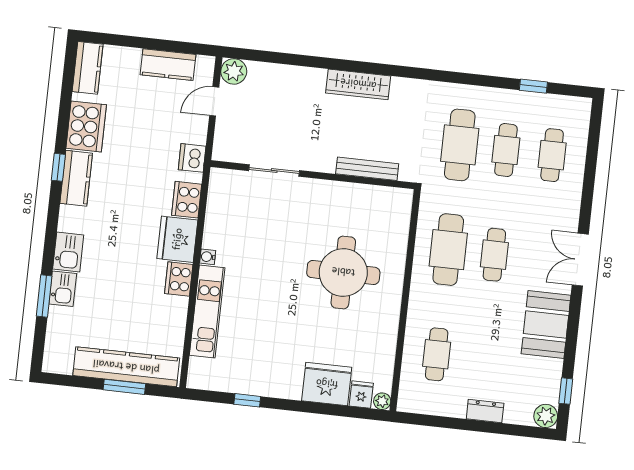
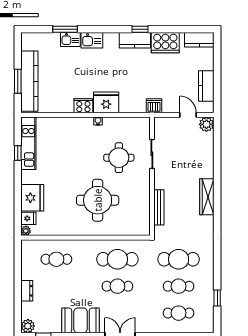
cooker: (187, 200) -> (130, 105), removed
round table: (274, 228) -> (119, 158), added
kitchen unit: (207, 312) -> (28, 143), moved, turned -90

